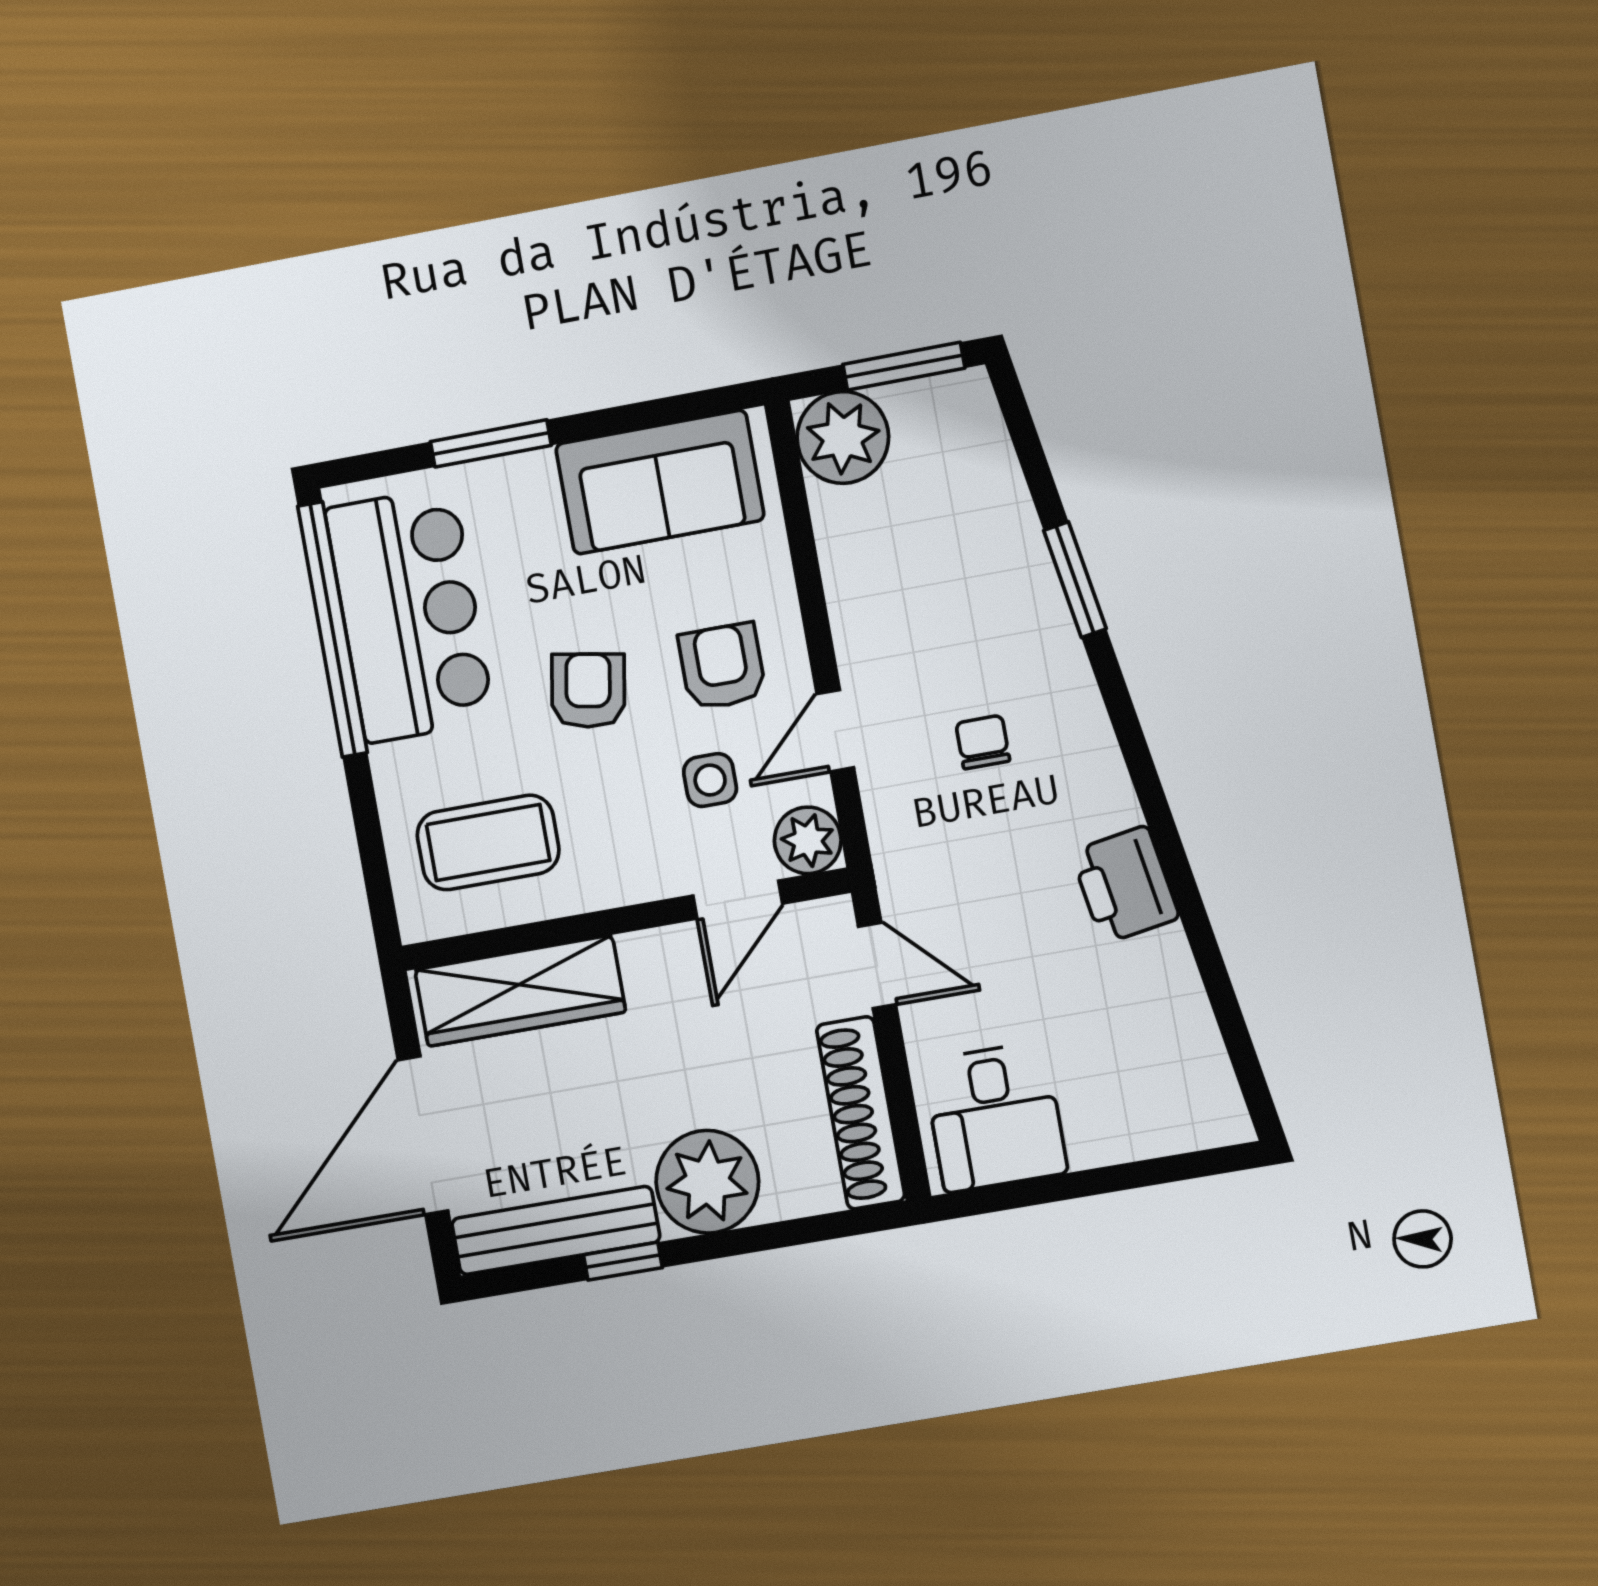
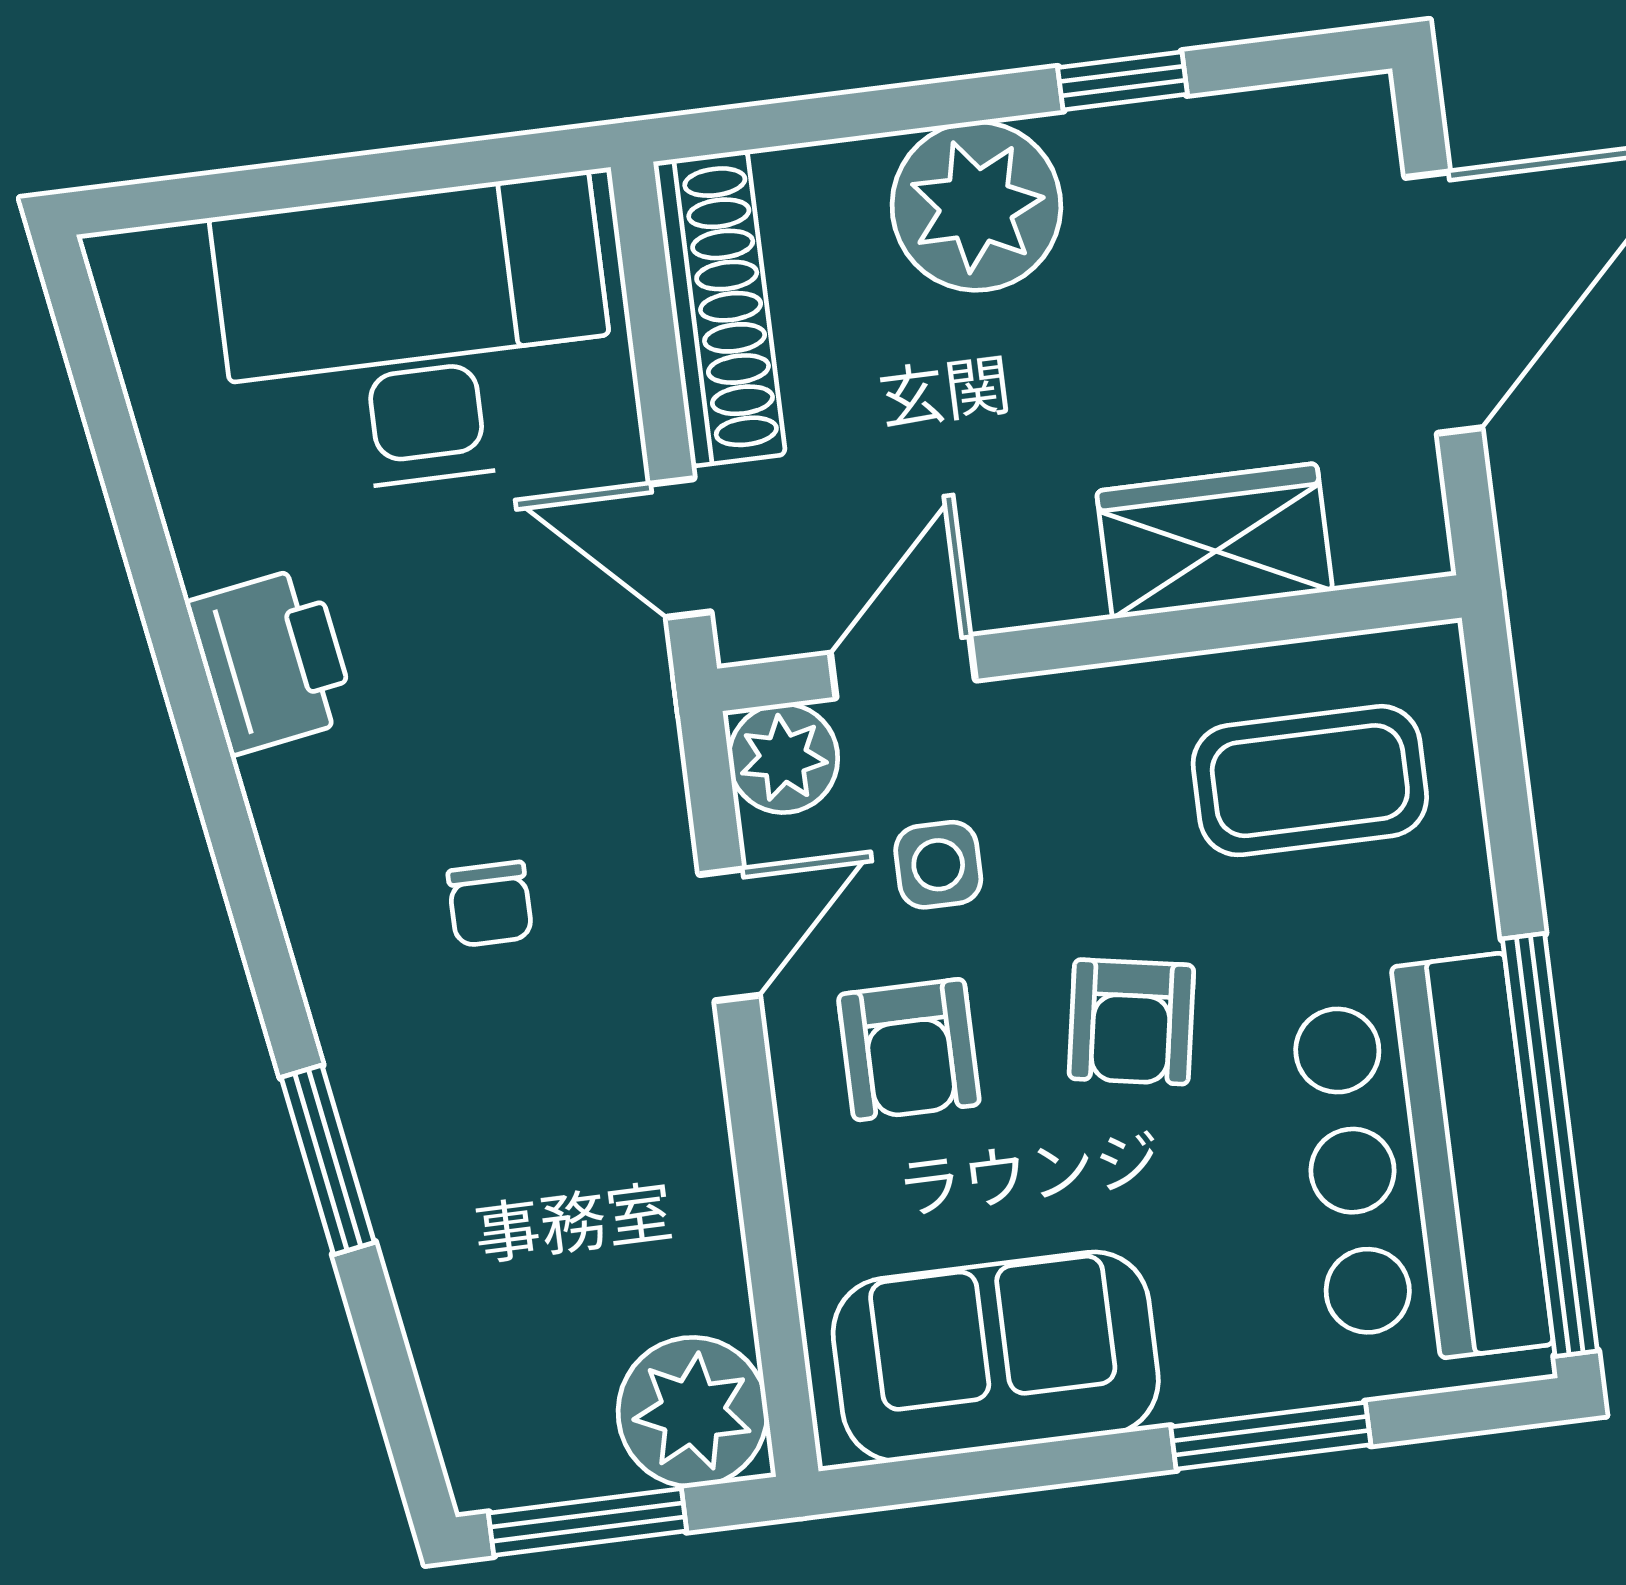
wardrobe: (520, 991) -> (1215, 541), width x0.67
desk: (995, 1117) -> (416, 336), width x1.87, depth x1.30
bench: (556, 1230) -> (1231, 136), removed

